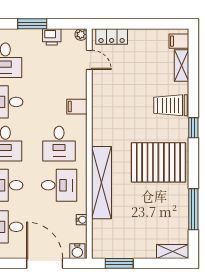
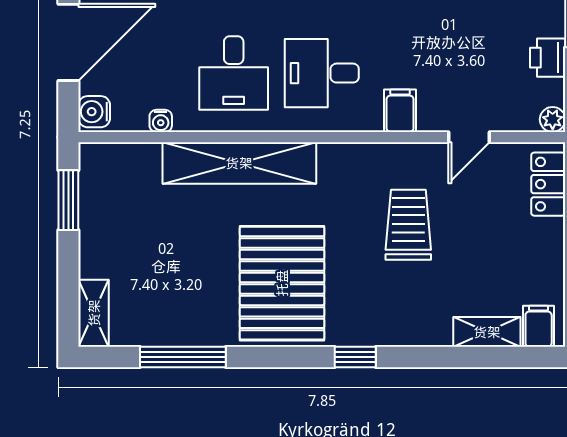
door: (89, 60) -> (469, 137), moved
trolley: (170, 105) -> (408, 225), moved

